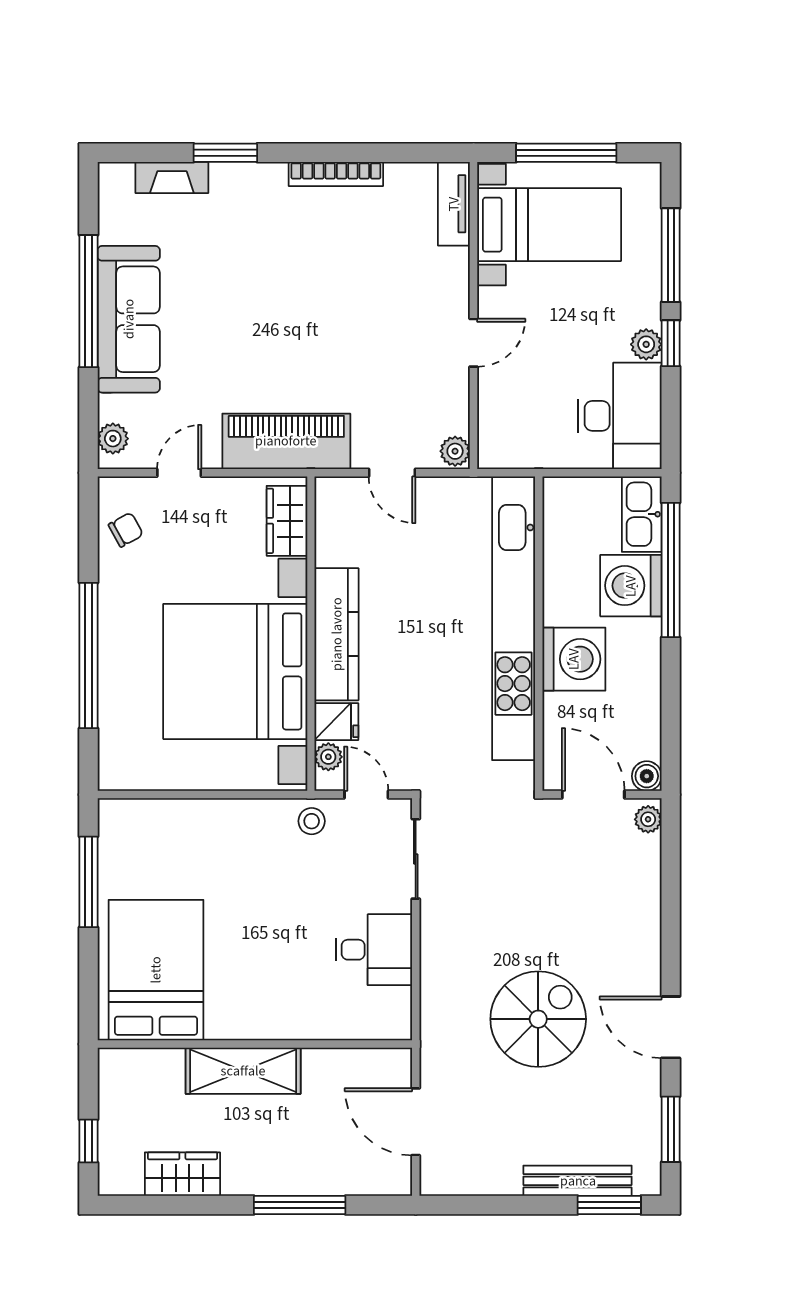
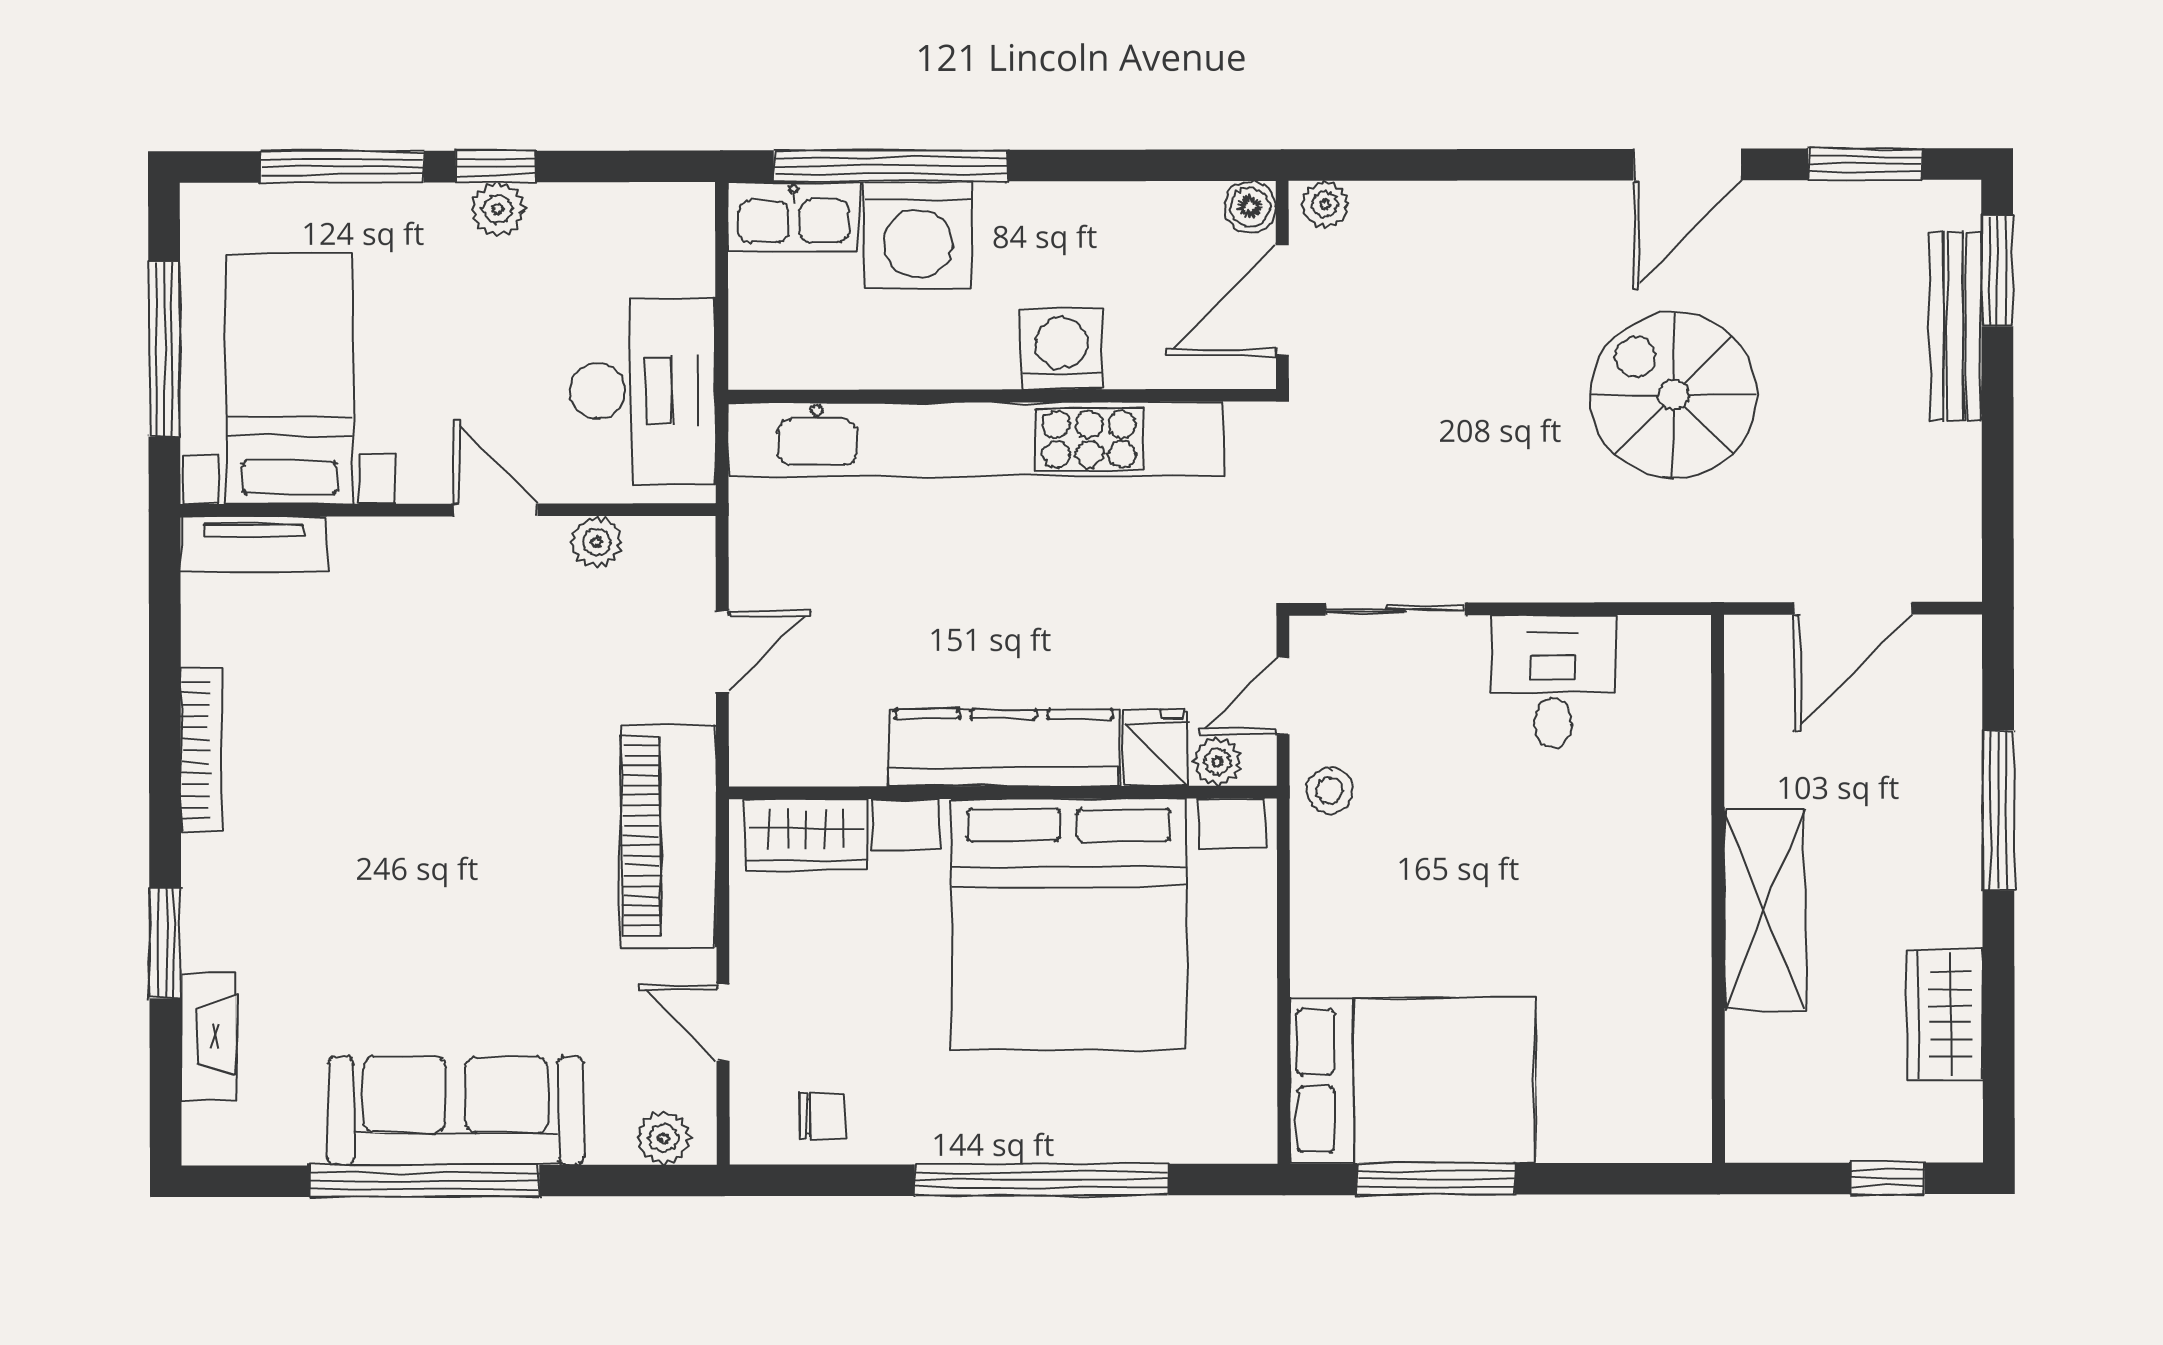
desk: (620, 416) -> (643, 391), moved, turned 90
plant: (455, 451) -> (597, 542), moved
chair: (126, 530) -> (822, 1115), turned 119
washing machine: (574, 659) -> (1061, 349), width x0.73, depth x0.73
bed: (156, 970) -> (1413, 1081), moved, turned 180

